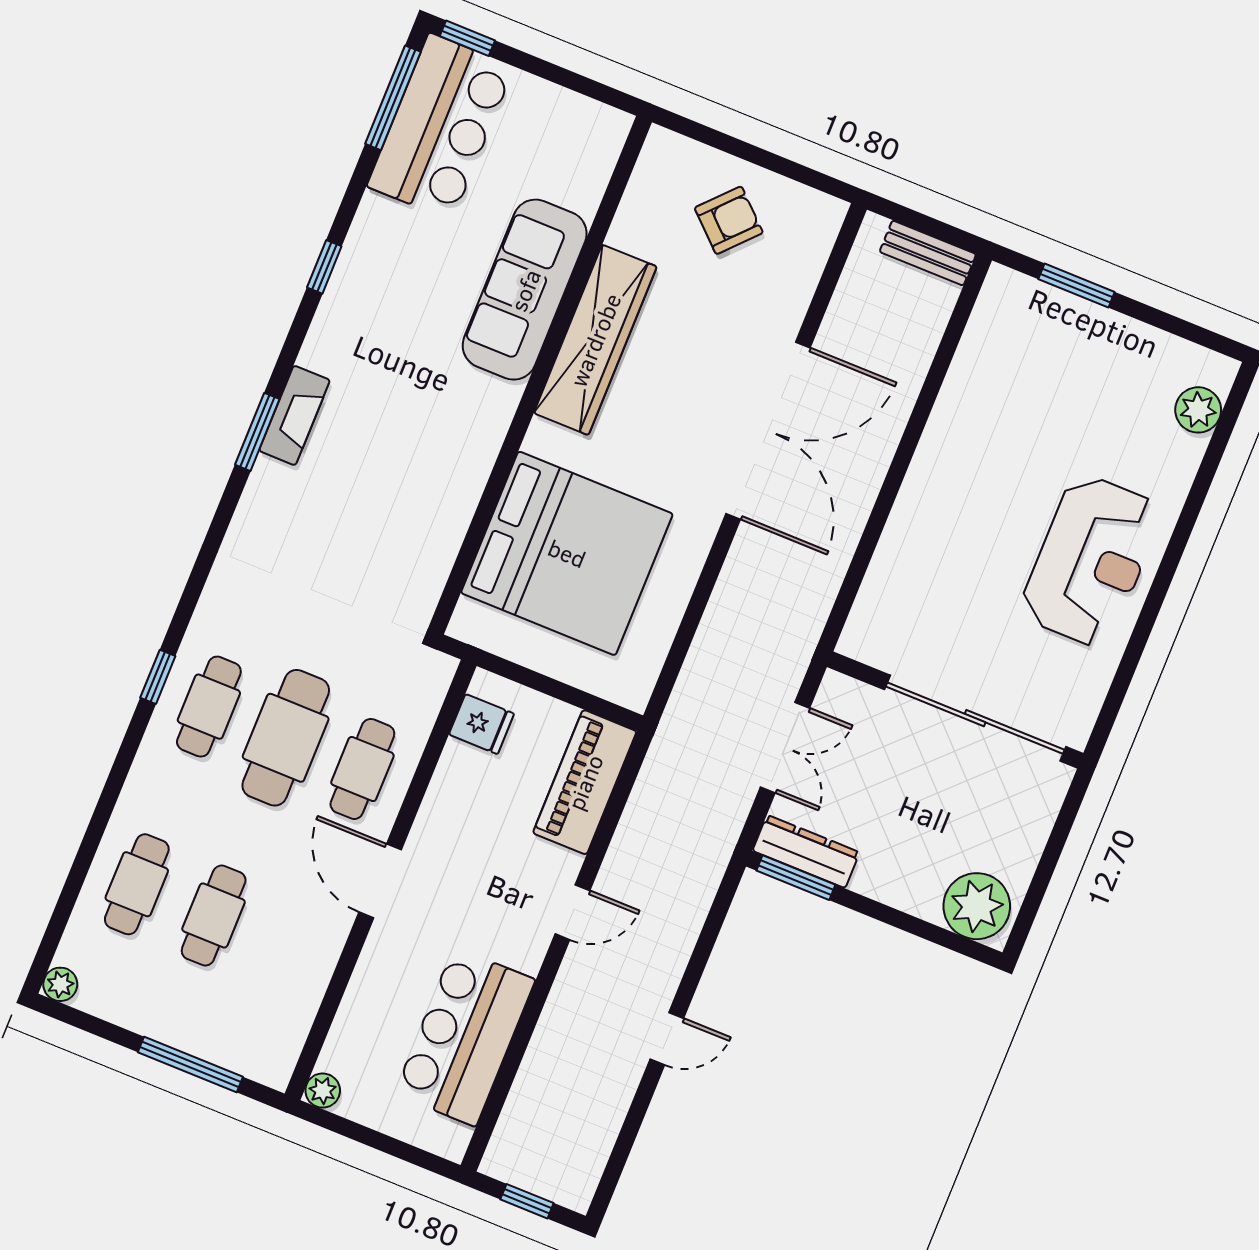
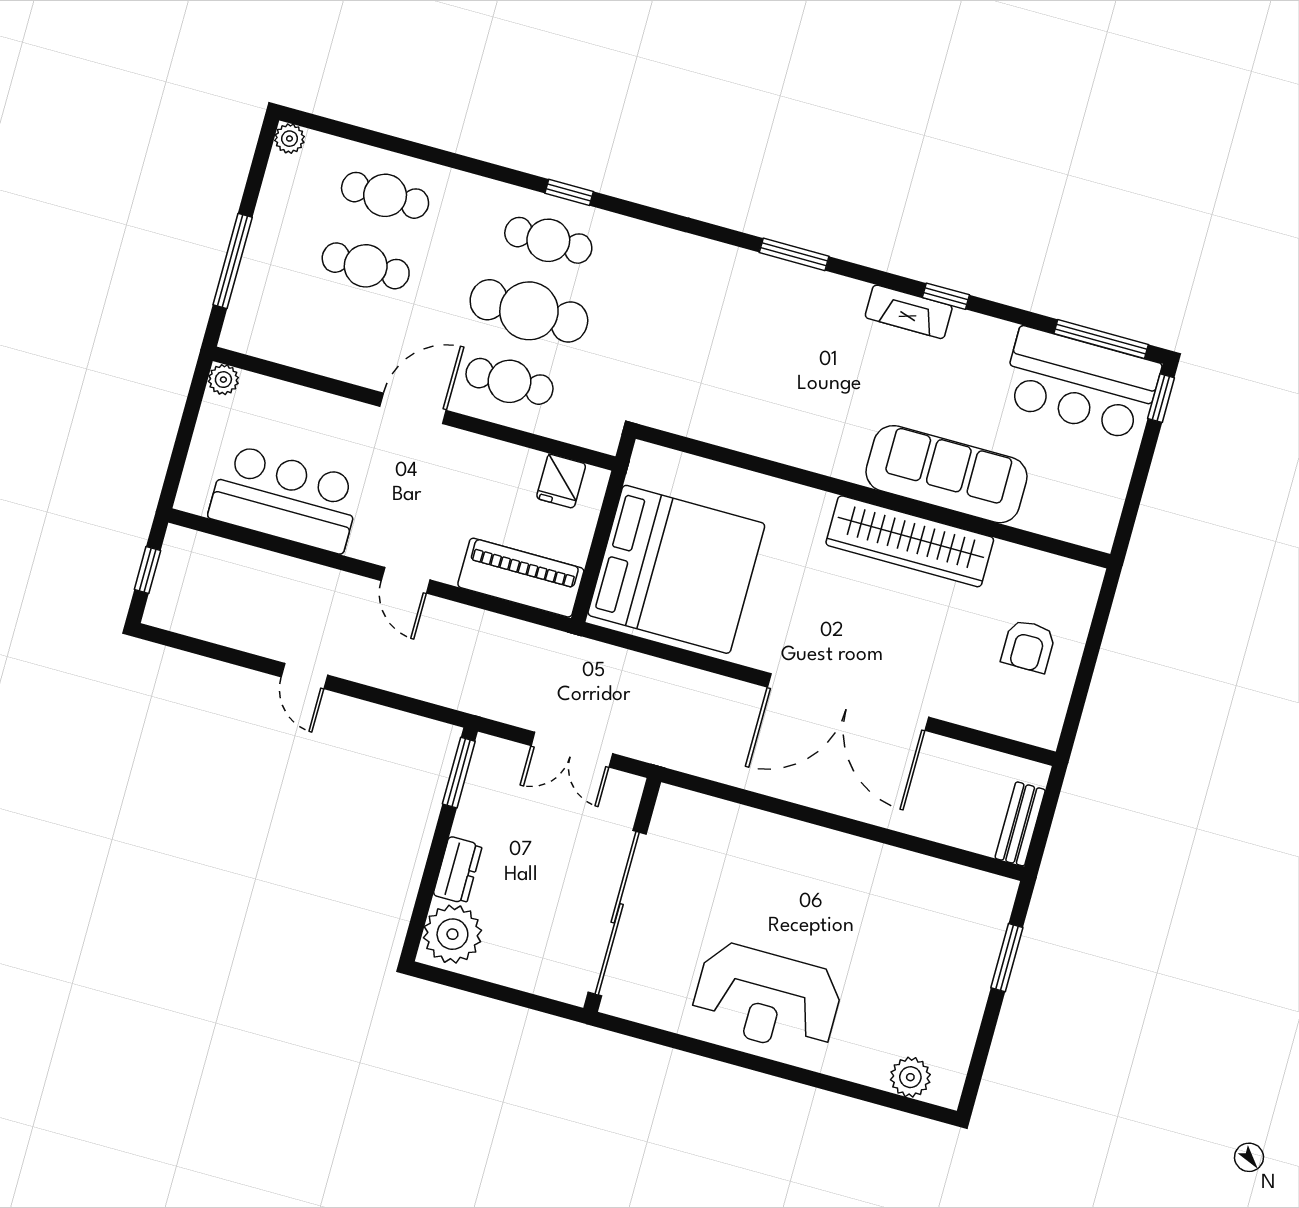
armchair: (729, 220) -> (1028, 646), turned 47
fireplace: (294, 415) -> (909, 312), moved
bed: (567, 553) -> (676, 569), moved, turned -90
dresser: (806, 851) -> (458, 870), moved, width x0.70

